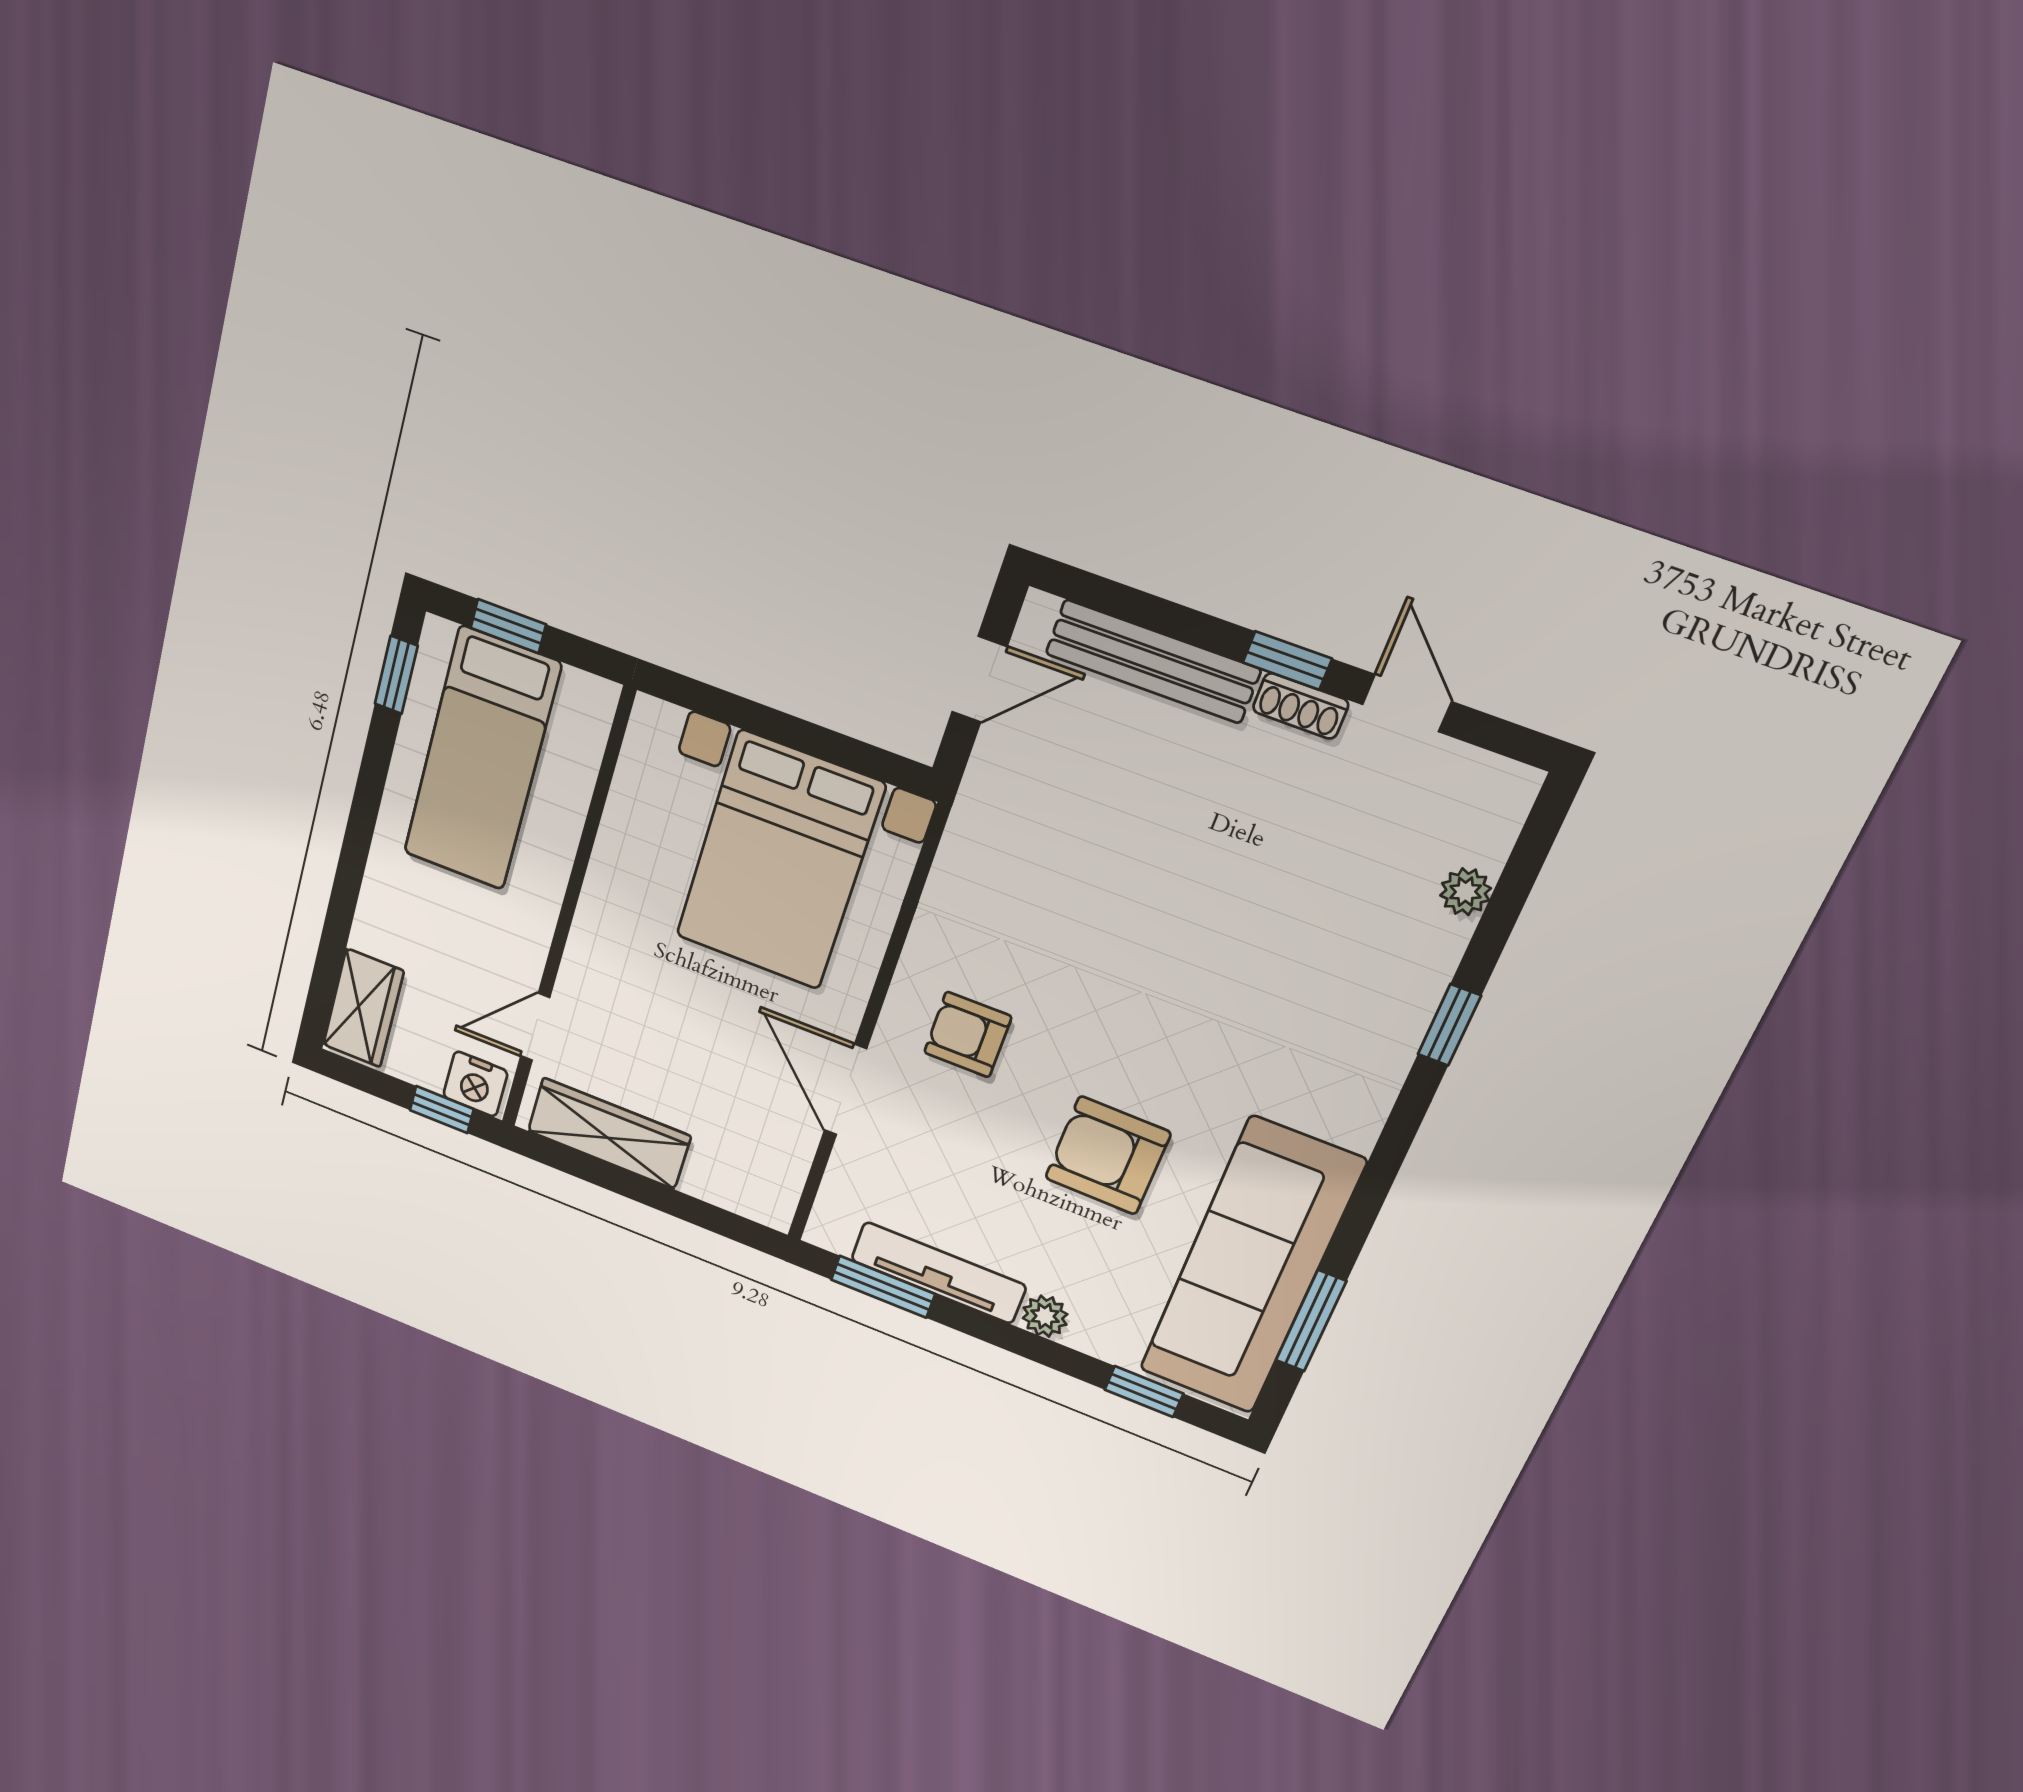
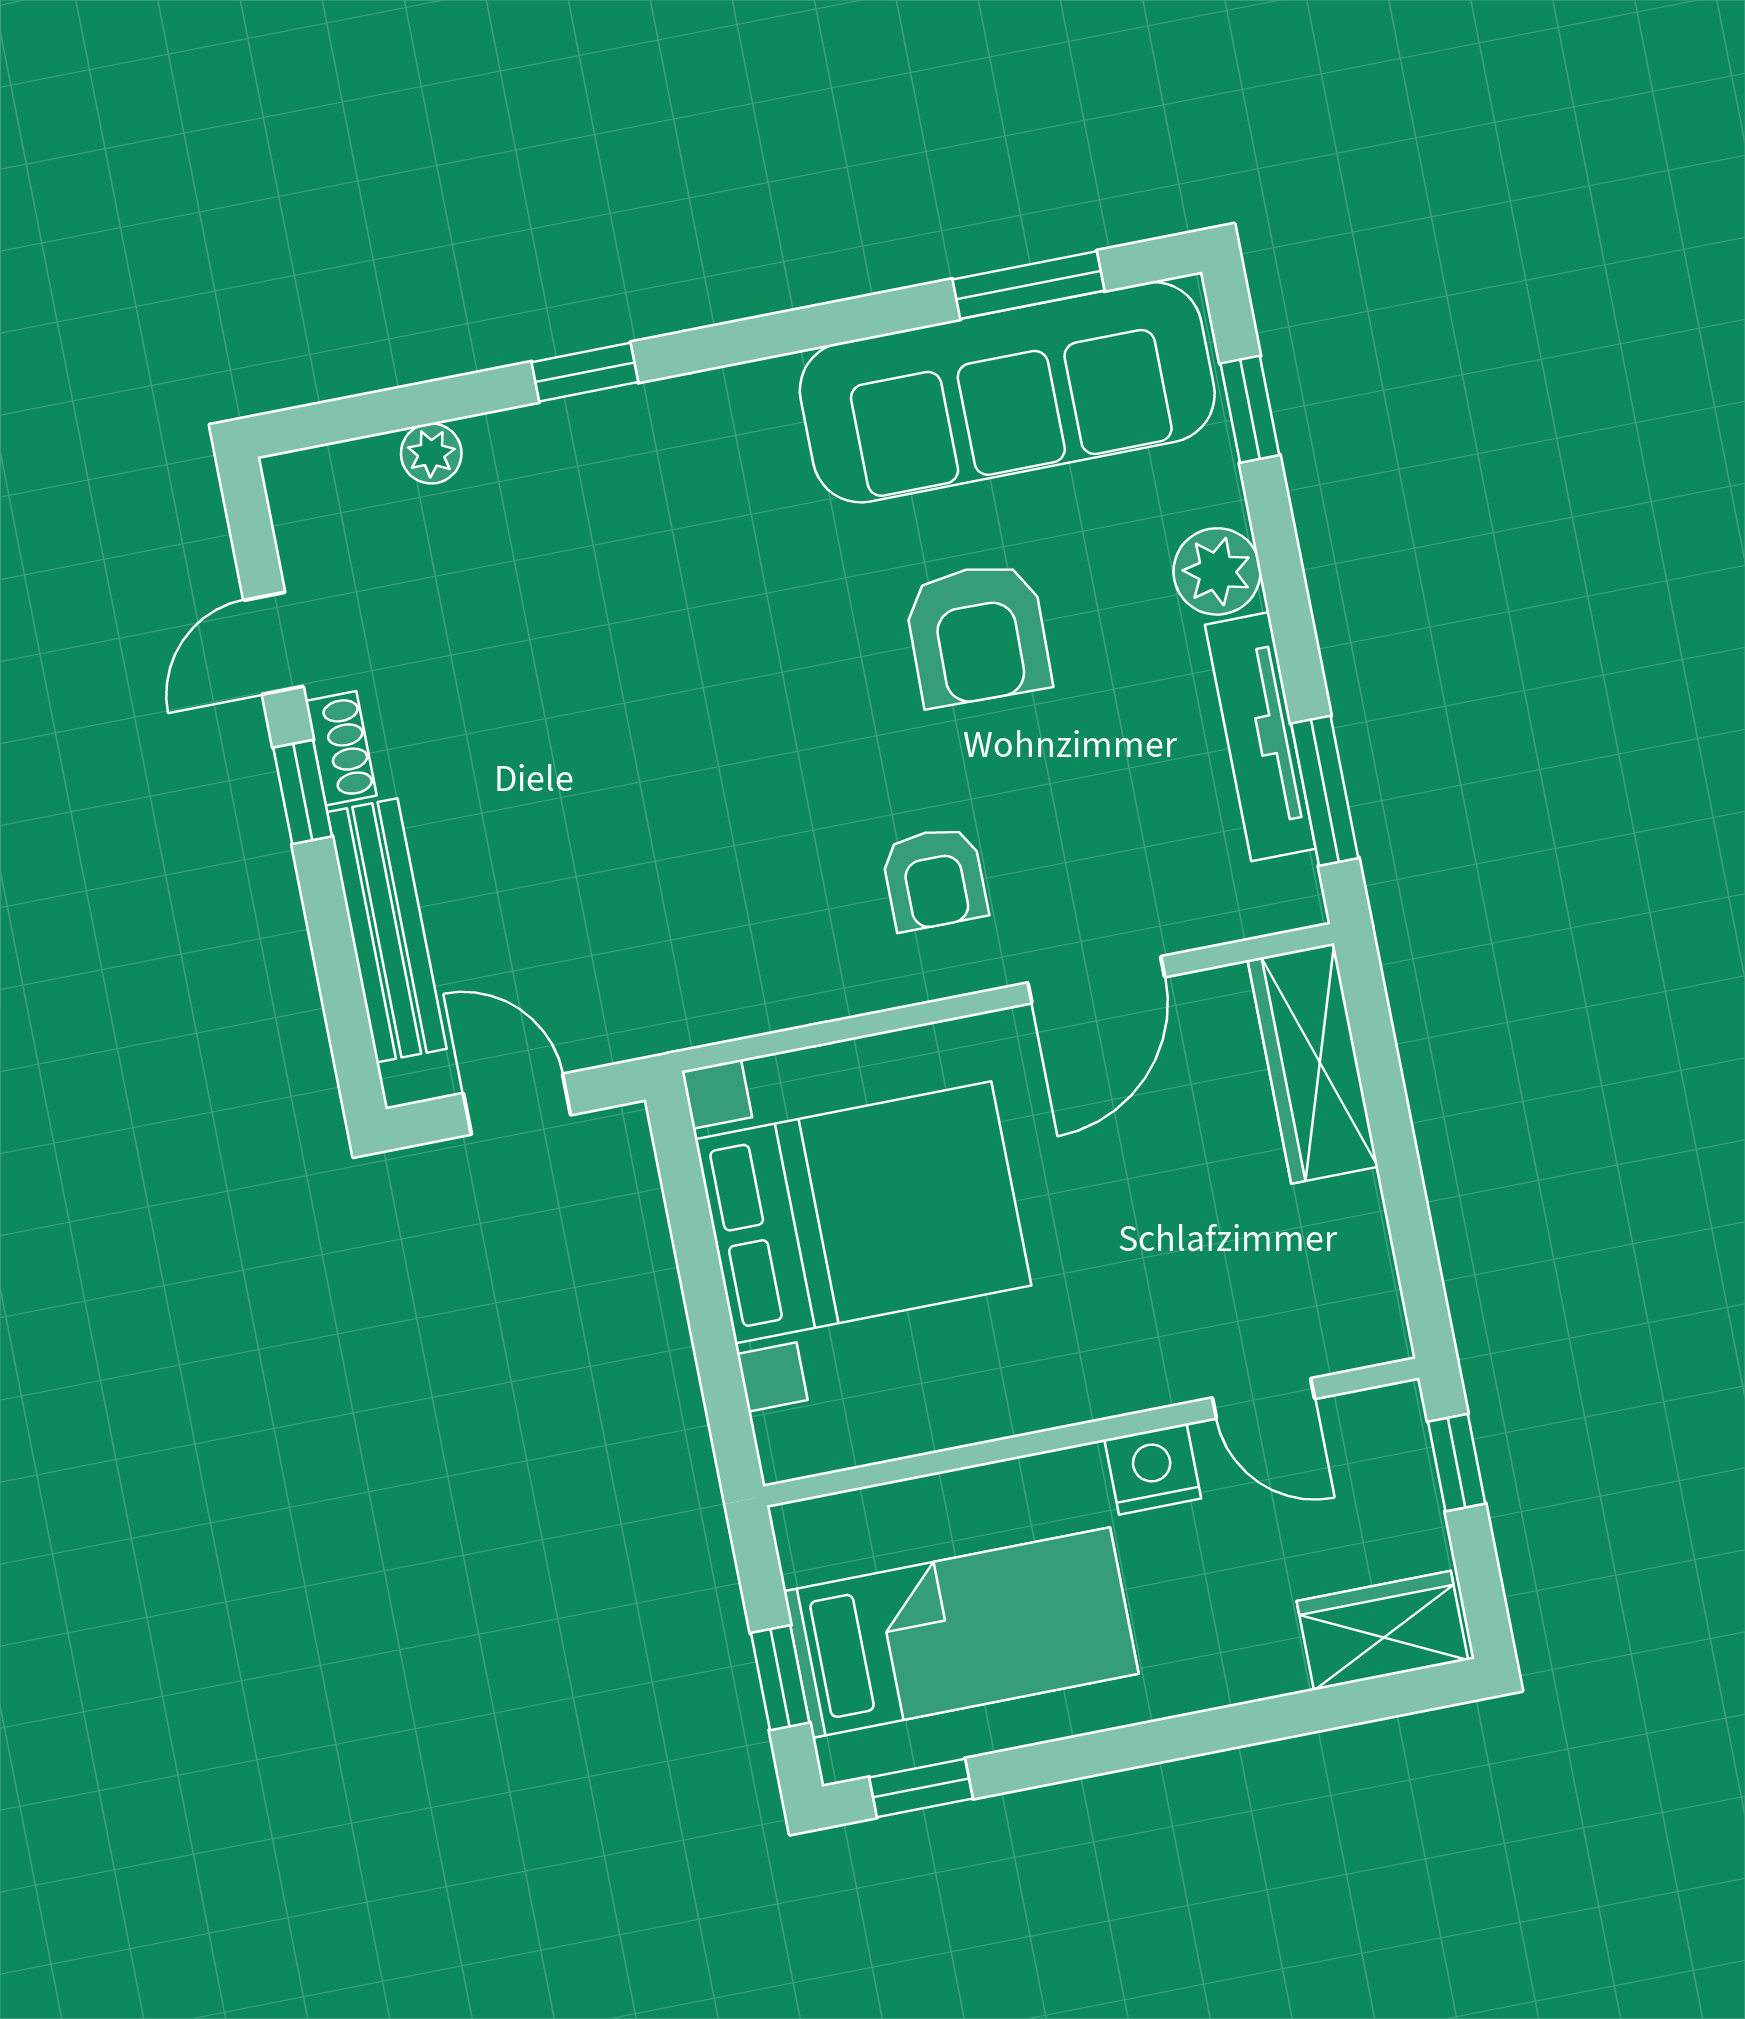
nightstand: (475, 1084) -> (1153, 1469), moved, turned -90
wardrobe: (609, 1134) -> (1313, 1063), moved
plant: (1045, 1316) -> (1217, 571), width x1.38, depth x1.38

